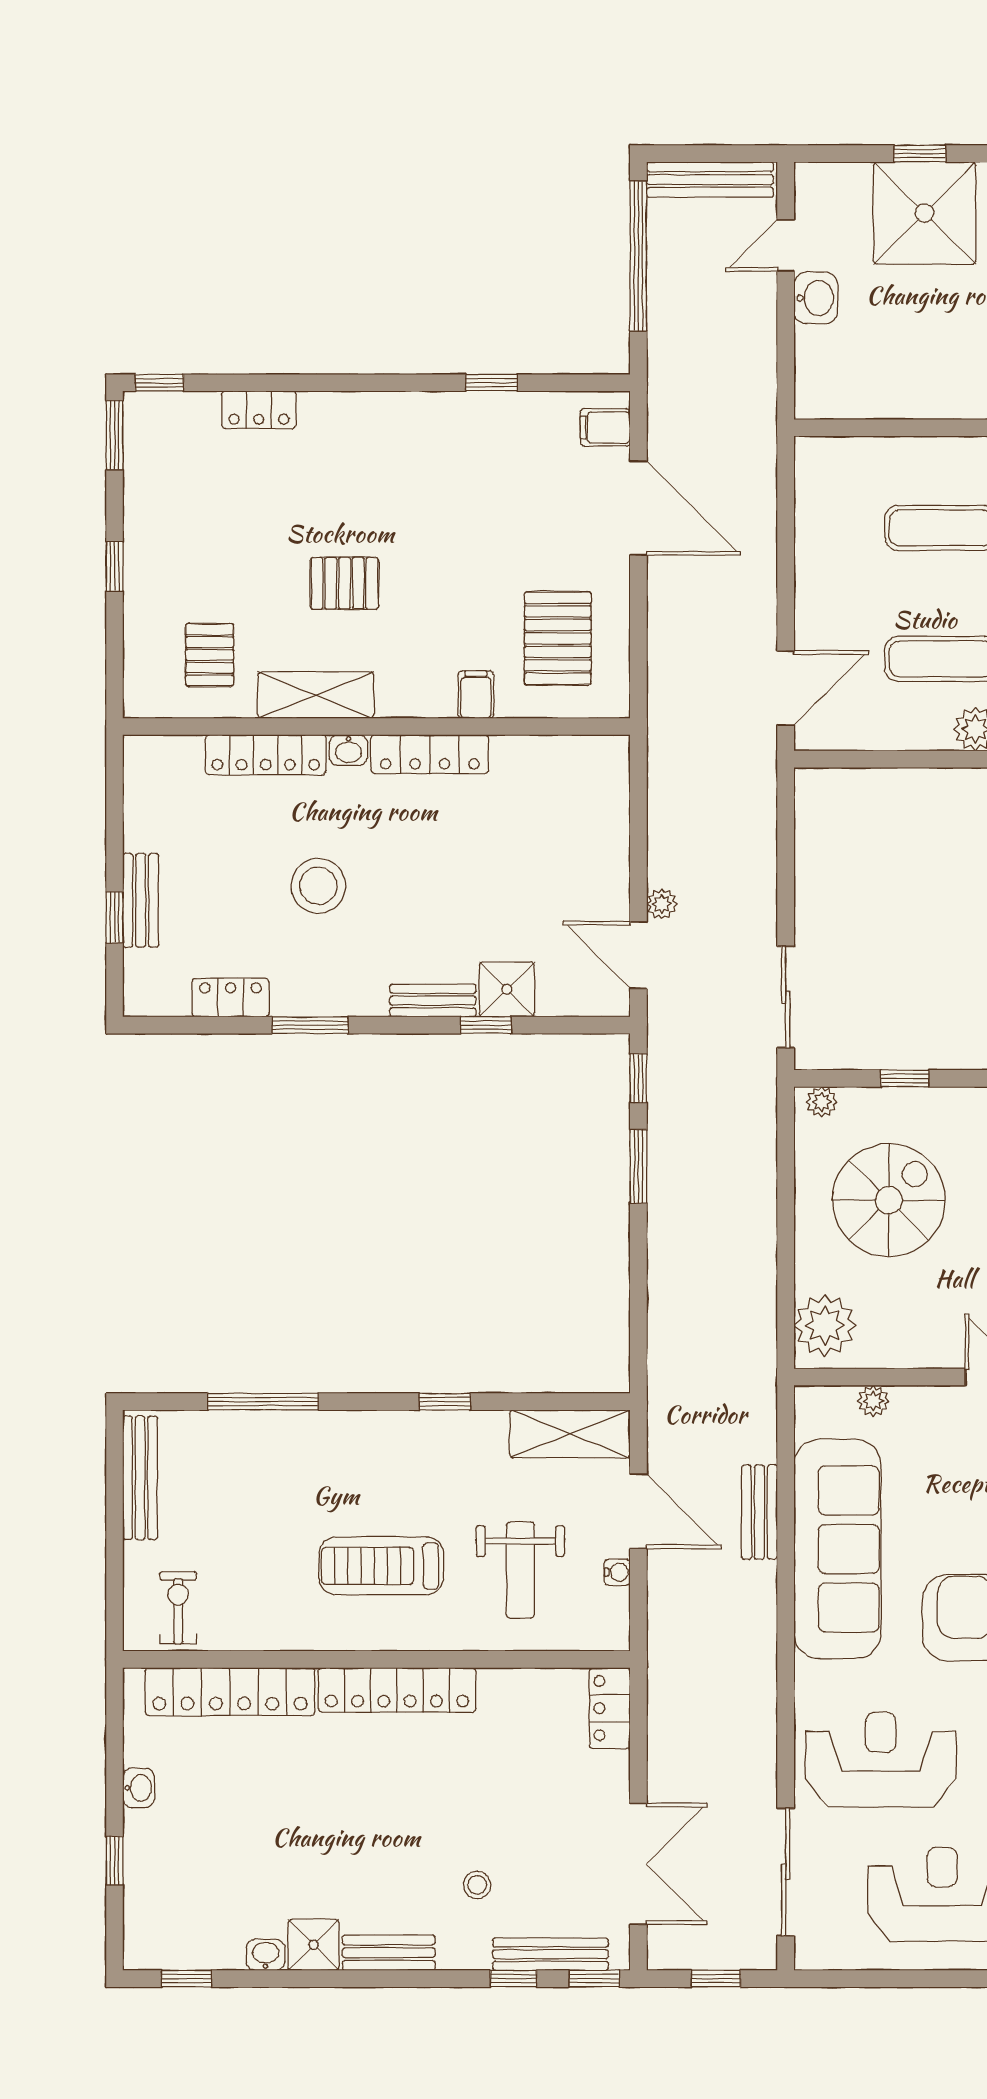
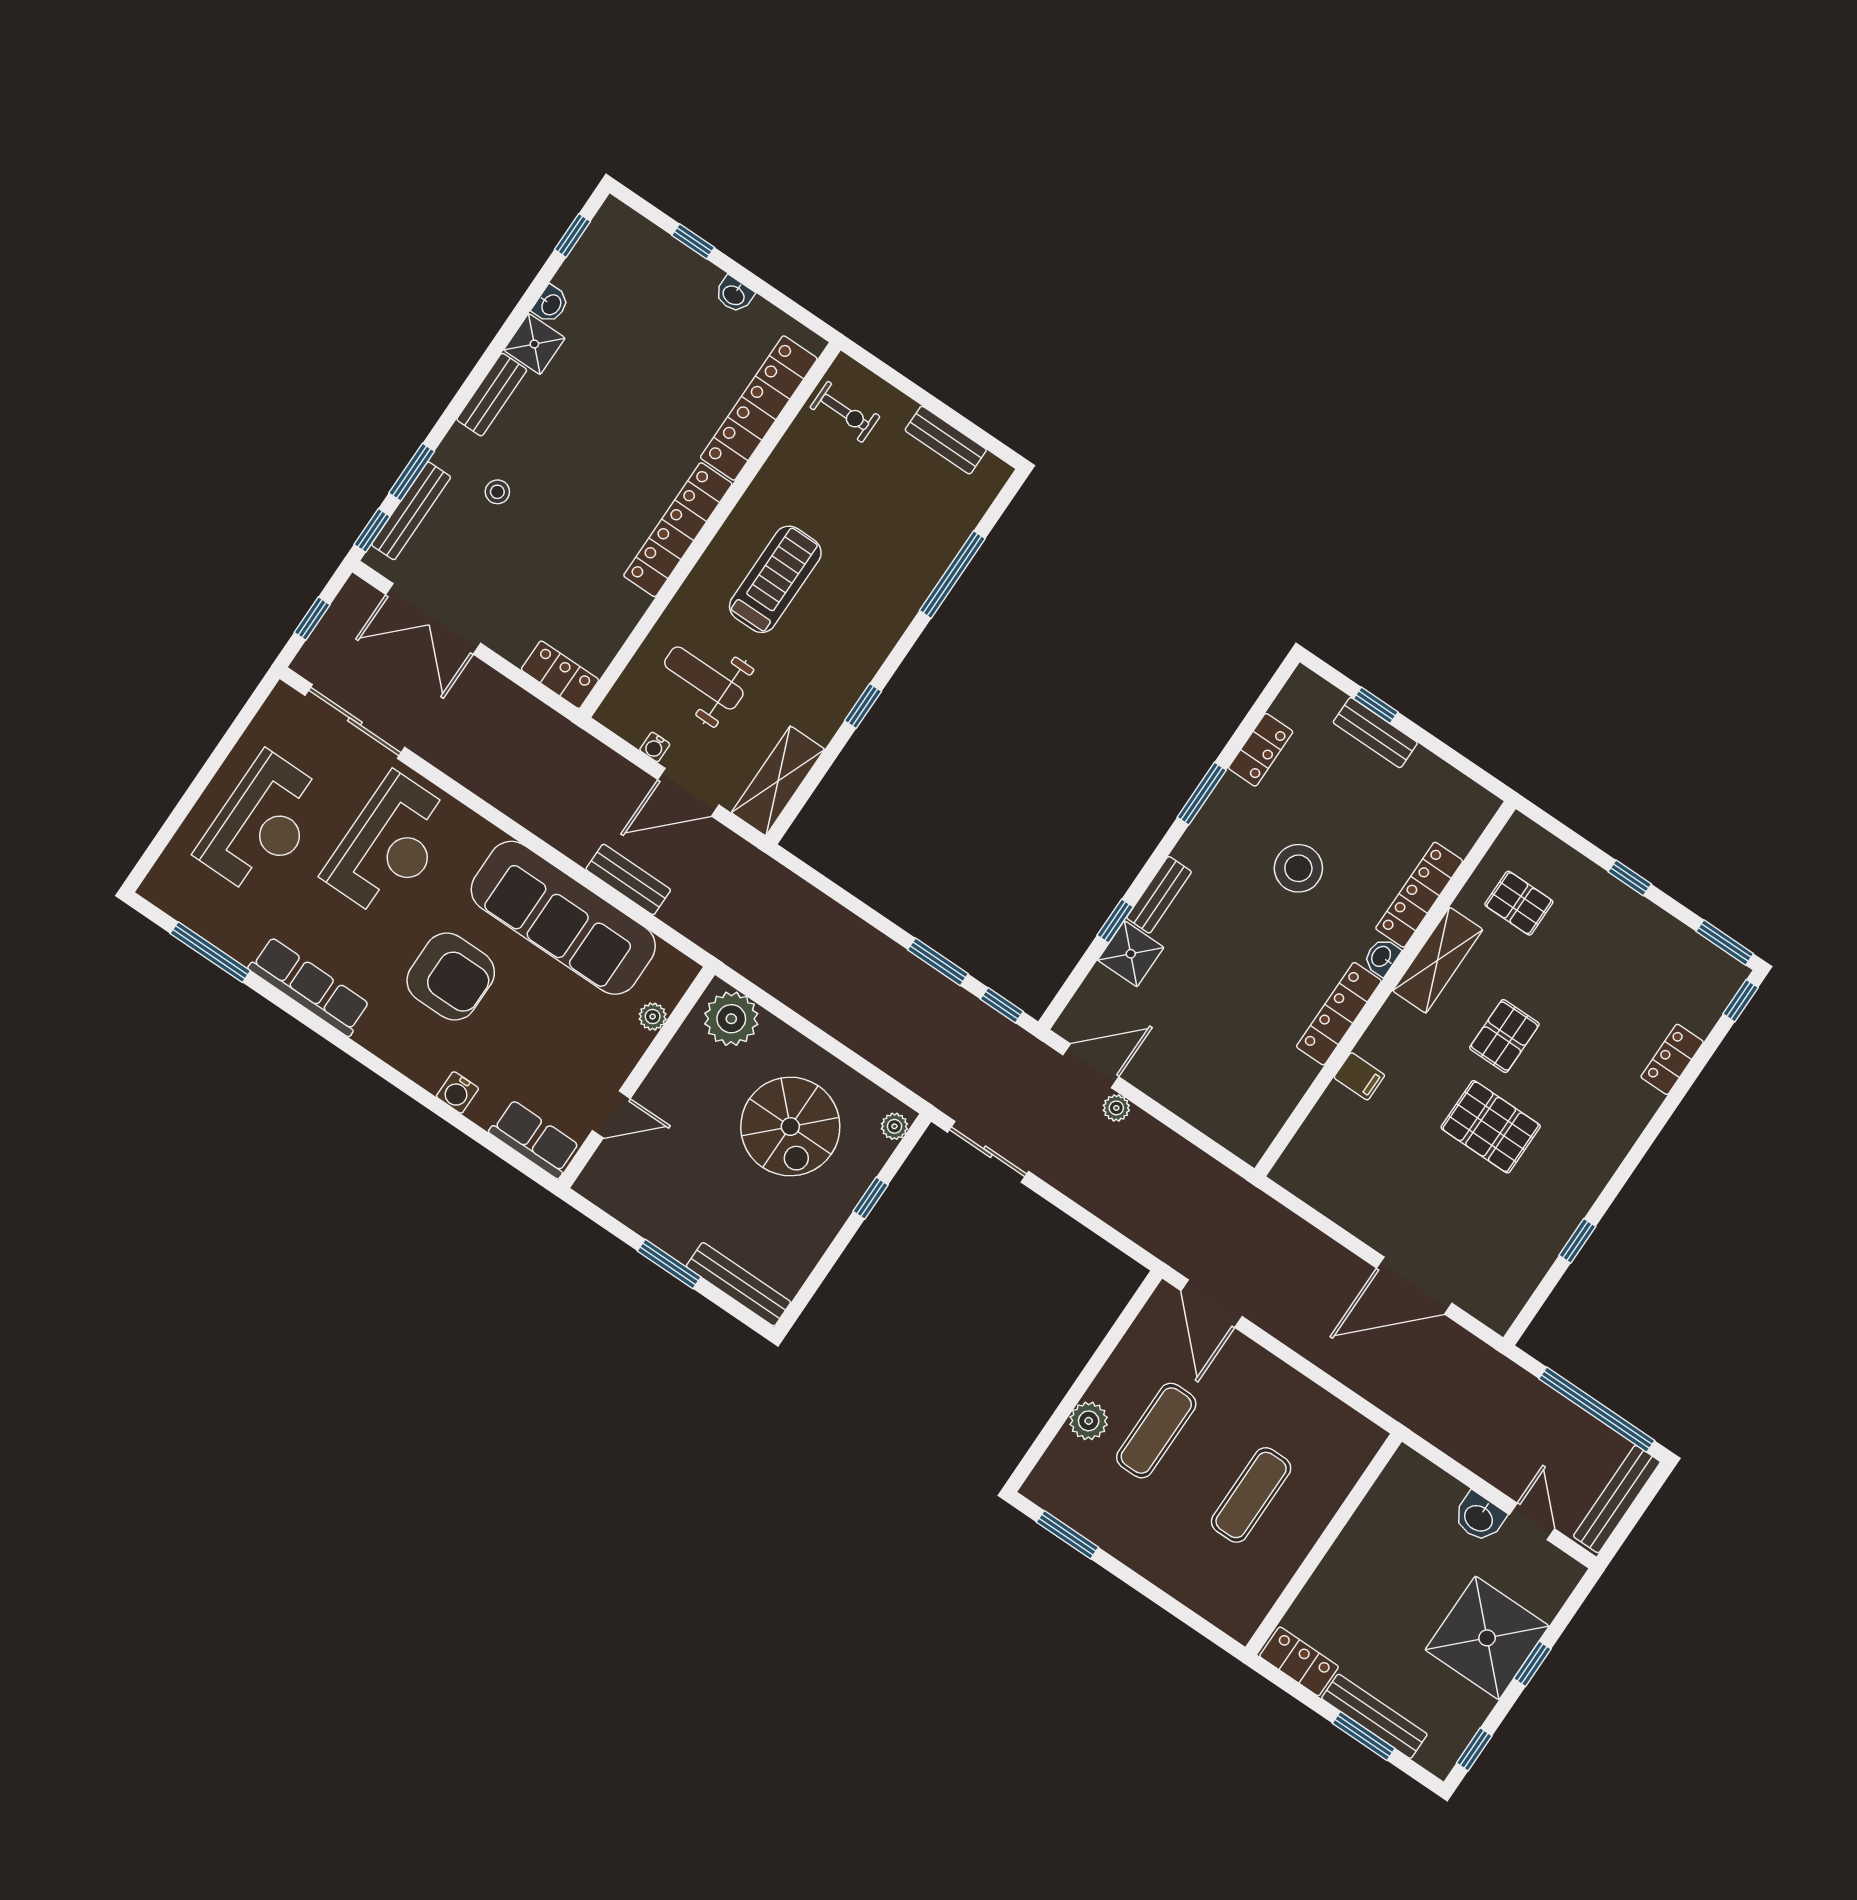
filing cabinet: (605, 427) -> (1489, 1301), removed
pallet: (558, 638) -> (1491, 1127), moved
bench: (140, 1478) -> (946, 440), width x0.73
window: (514, 1979) -> (412, 472), width x1.50

